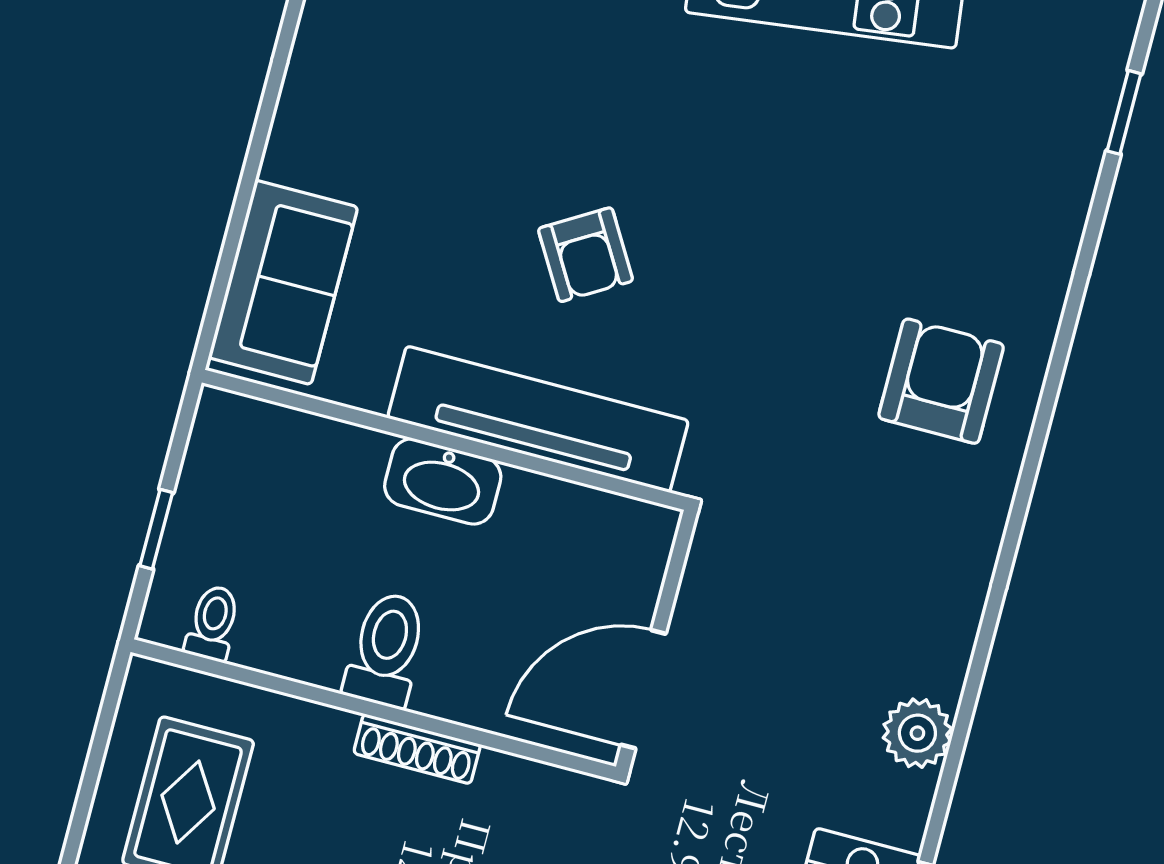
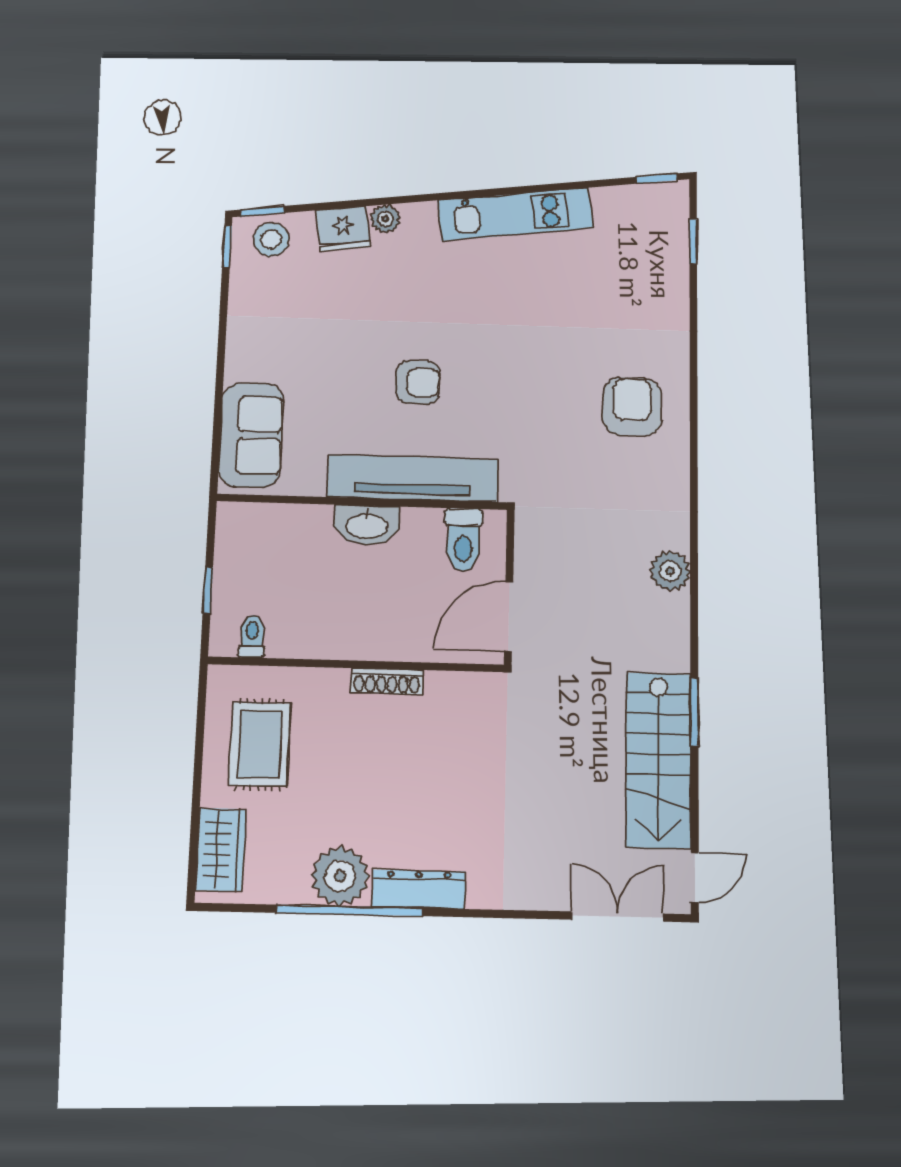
armchair: (586, 255) -> (418, 382), turned -59
toilet: (386, 650) -> (463, 540), moved, turned 180
plant: (917, 733) -> (670, 571), moved

